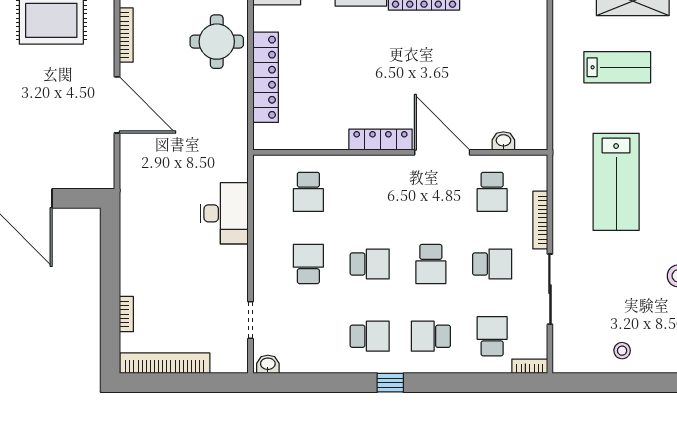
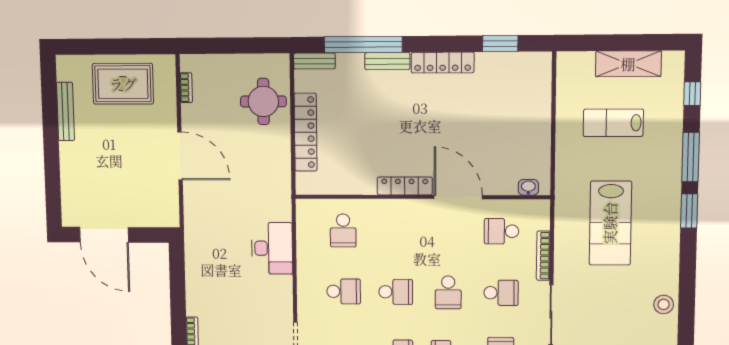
bookcase: (126, 35) -> (186, 88), width x0.64
lab bench: (617, 67) -> (613, 123), turned 180
washbasin: (503, 141) -> (528, 187), moved
school desk: (492, 192) -> (501, 231), turned 90
school desk: (308, 264) -> (344, 291), turned 90

